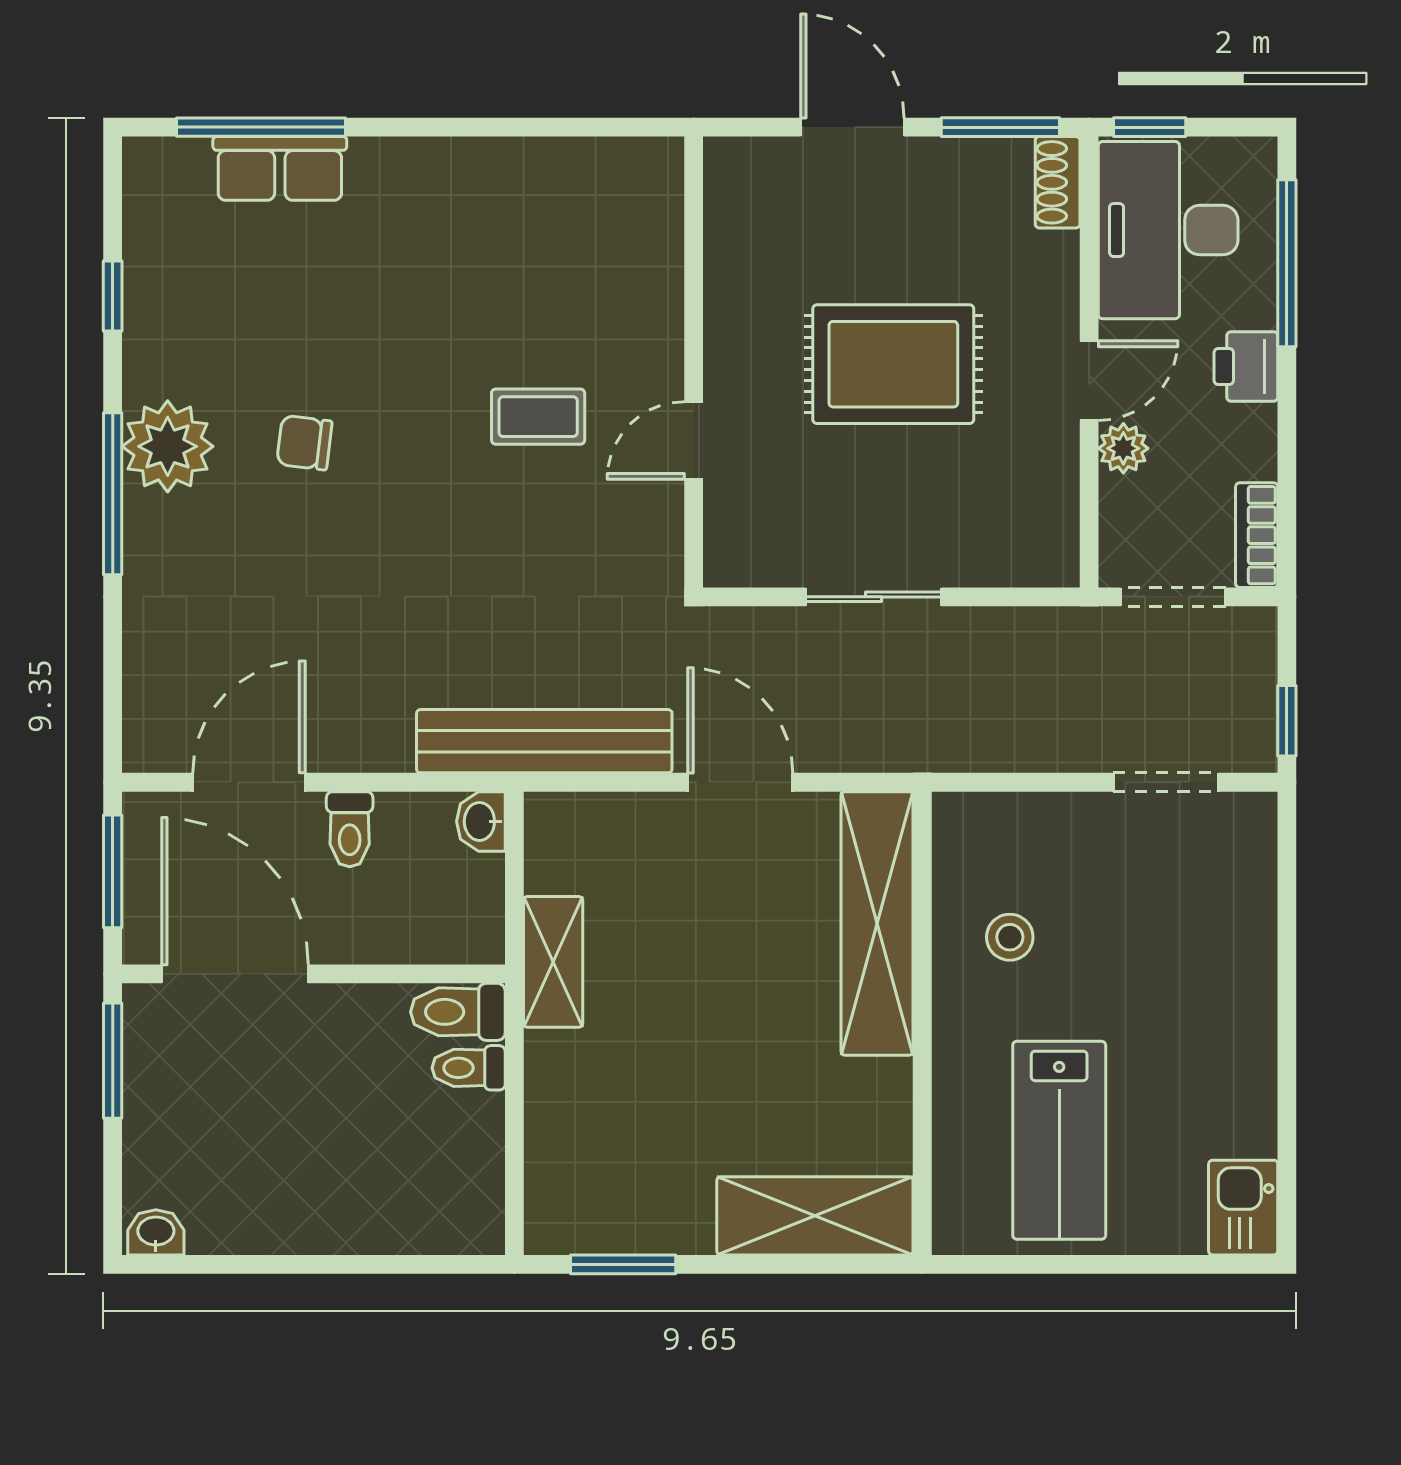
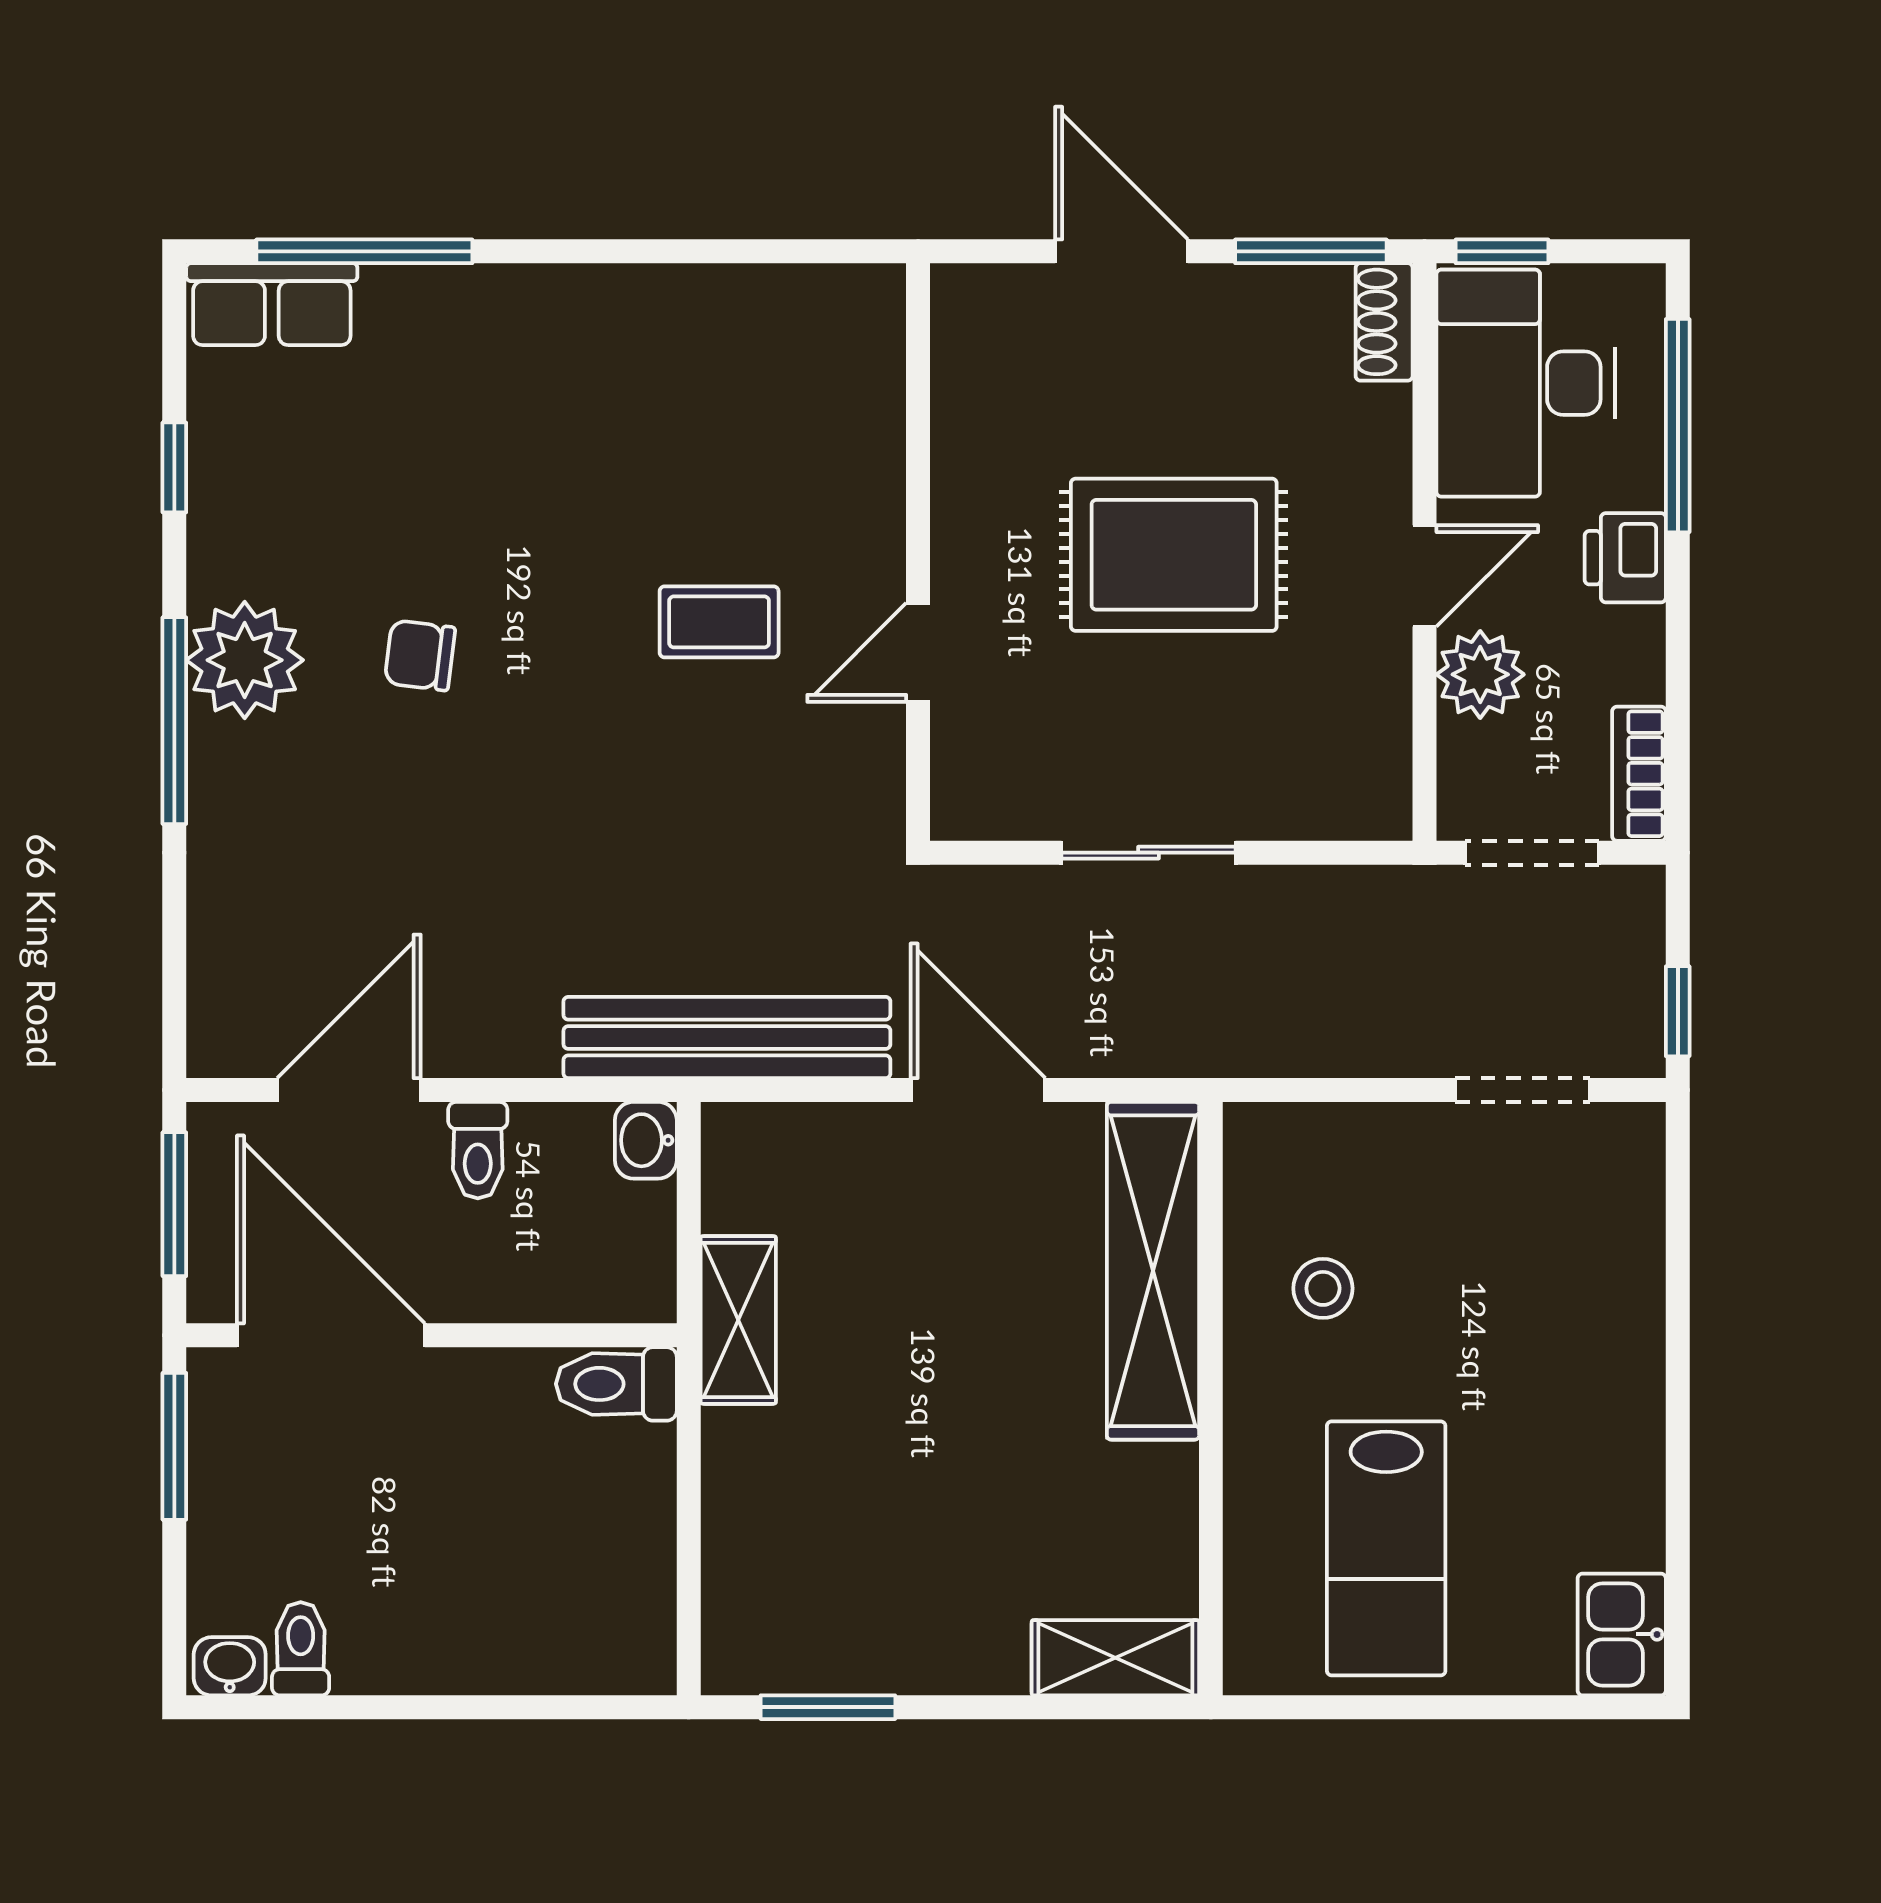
row of seats: (280, 168) -> (272, 304), moved
plant: (1123, 448) -> (1480, 674), width x1.38, depth x1.38
toilet: (469, 1068) -> (301, 1649), moved, turned 90
shelving: (815, 1216) -> (1115, 1658), width x0.67, depth x0.75

